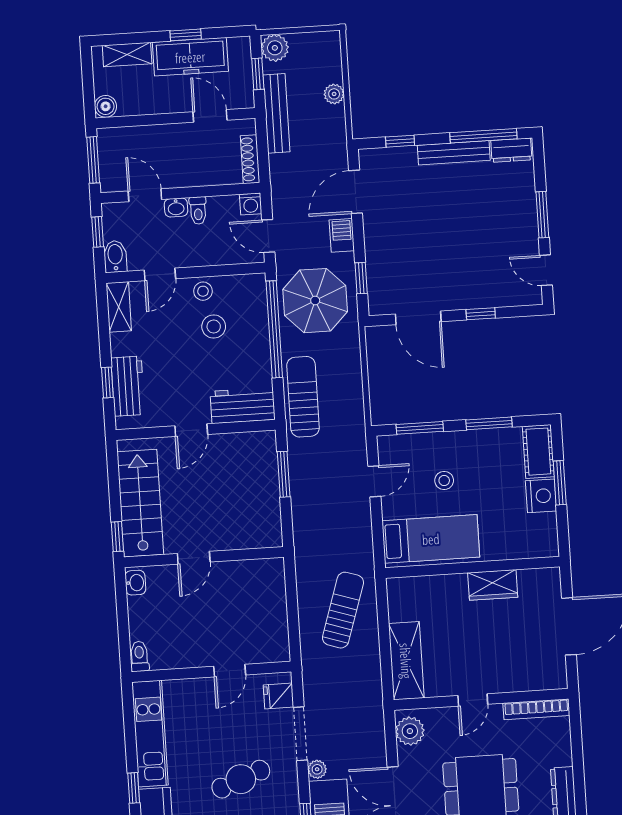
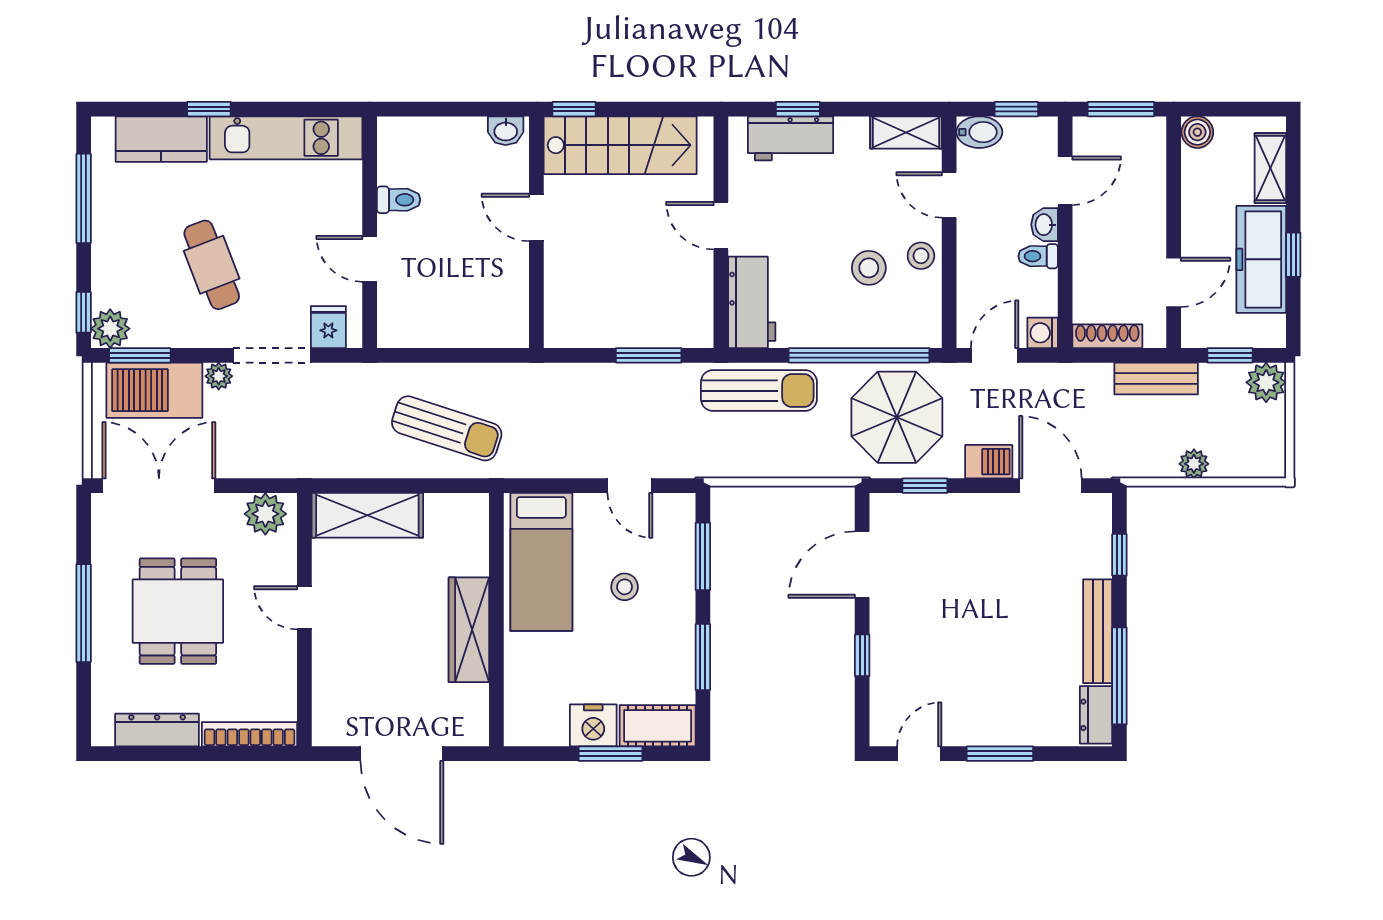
bench: (276, 113) -> (1156, 379), width x0.73
wardrobe: (493, 585) -> (469, 630), width x1.50
toilet: (139, 656) -> (399, 200), moved
bookcase: (536, 709) -> (250, 734), moved, turned 90

